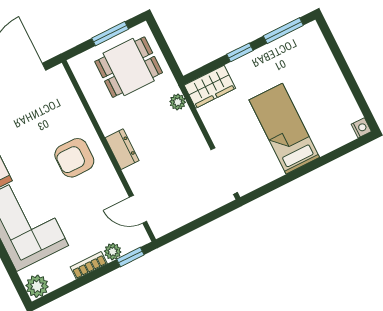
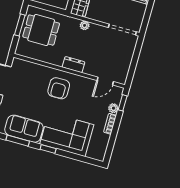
dining table: (129, 67) -> (41, 30), turned 90
plant: (178, 102) -> (85, 25), moved
plant: (37, 286) -> (99, 154), removed

